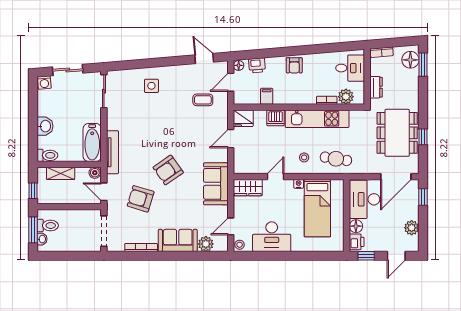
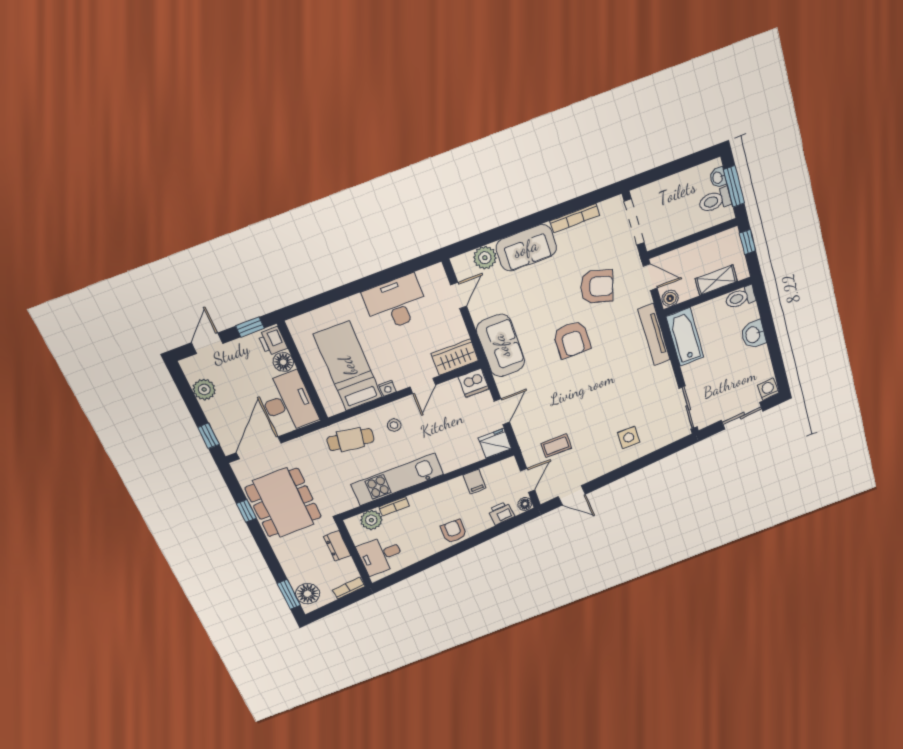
dishwasher: (276, 118) -> (474, 383), moved, turned 180
armchair: (168, 170) -> (572, 340), turned 125
stool: (240, 245) -> (437, 275), removed

